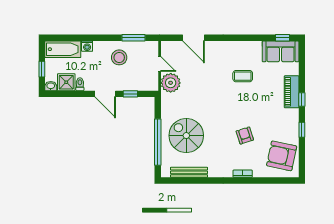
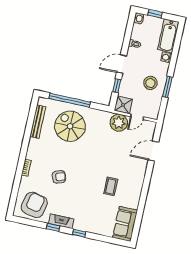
window: (134, 38) -> (168, 87), moved
window: (283, 38) -> (136, 228), removed
shower: (66, 82) -> (123, 105), moved
piano: (292, 92) -> (88, 226), removed
fireplace: (293, 122) -> (61, 221), added
spiral stairs: (186, 136) -> (70, 126), turned -90

